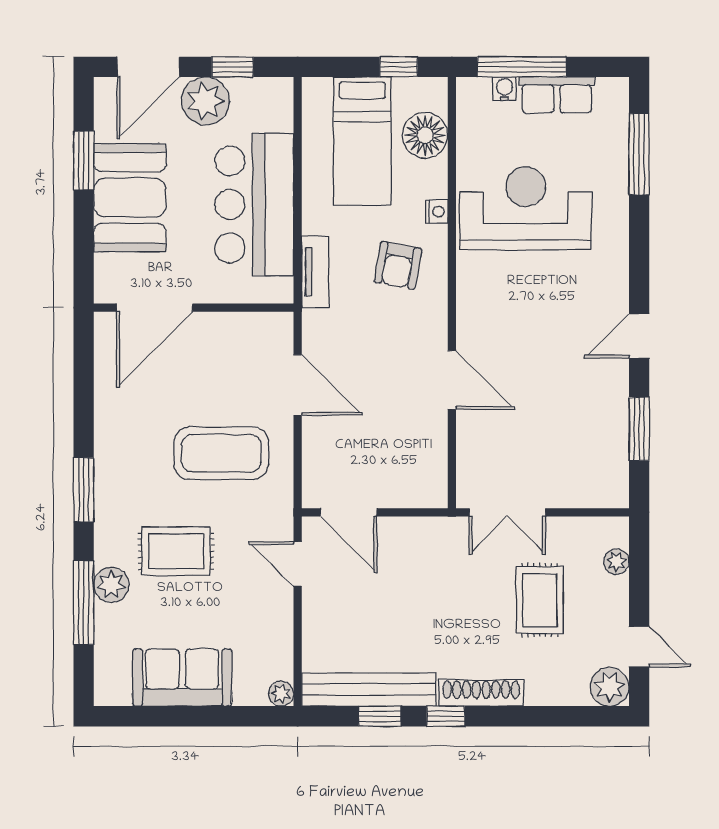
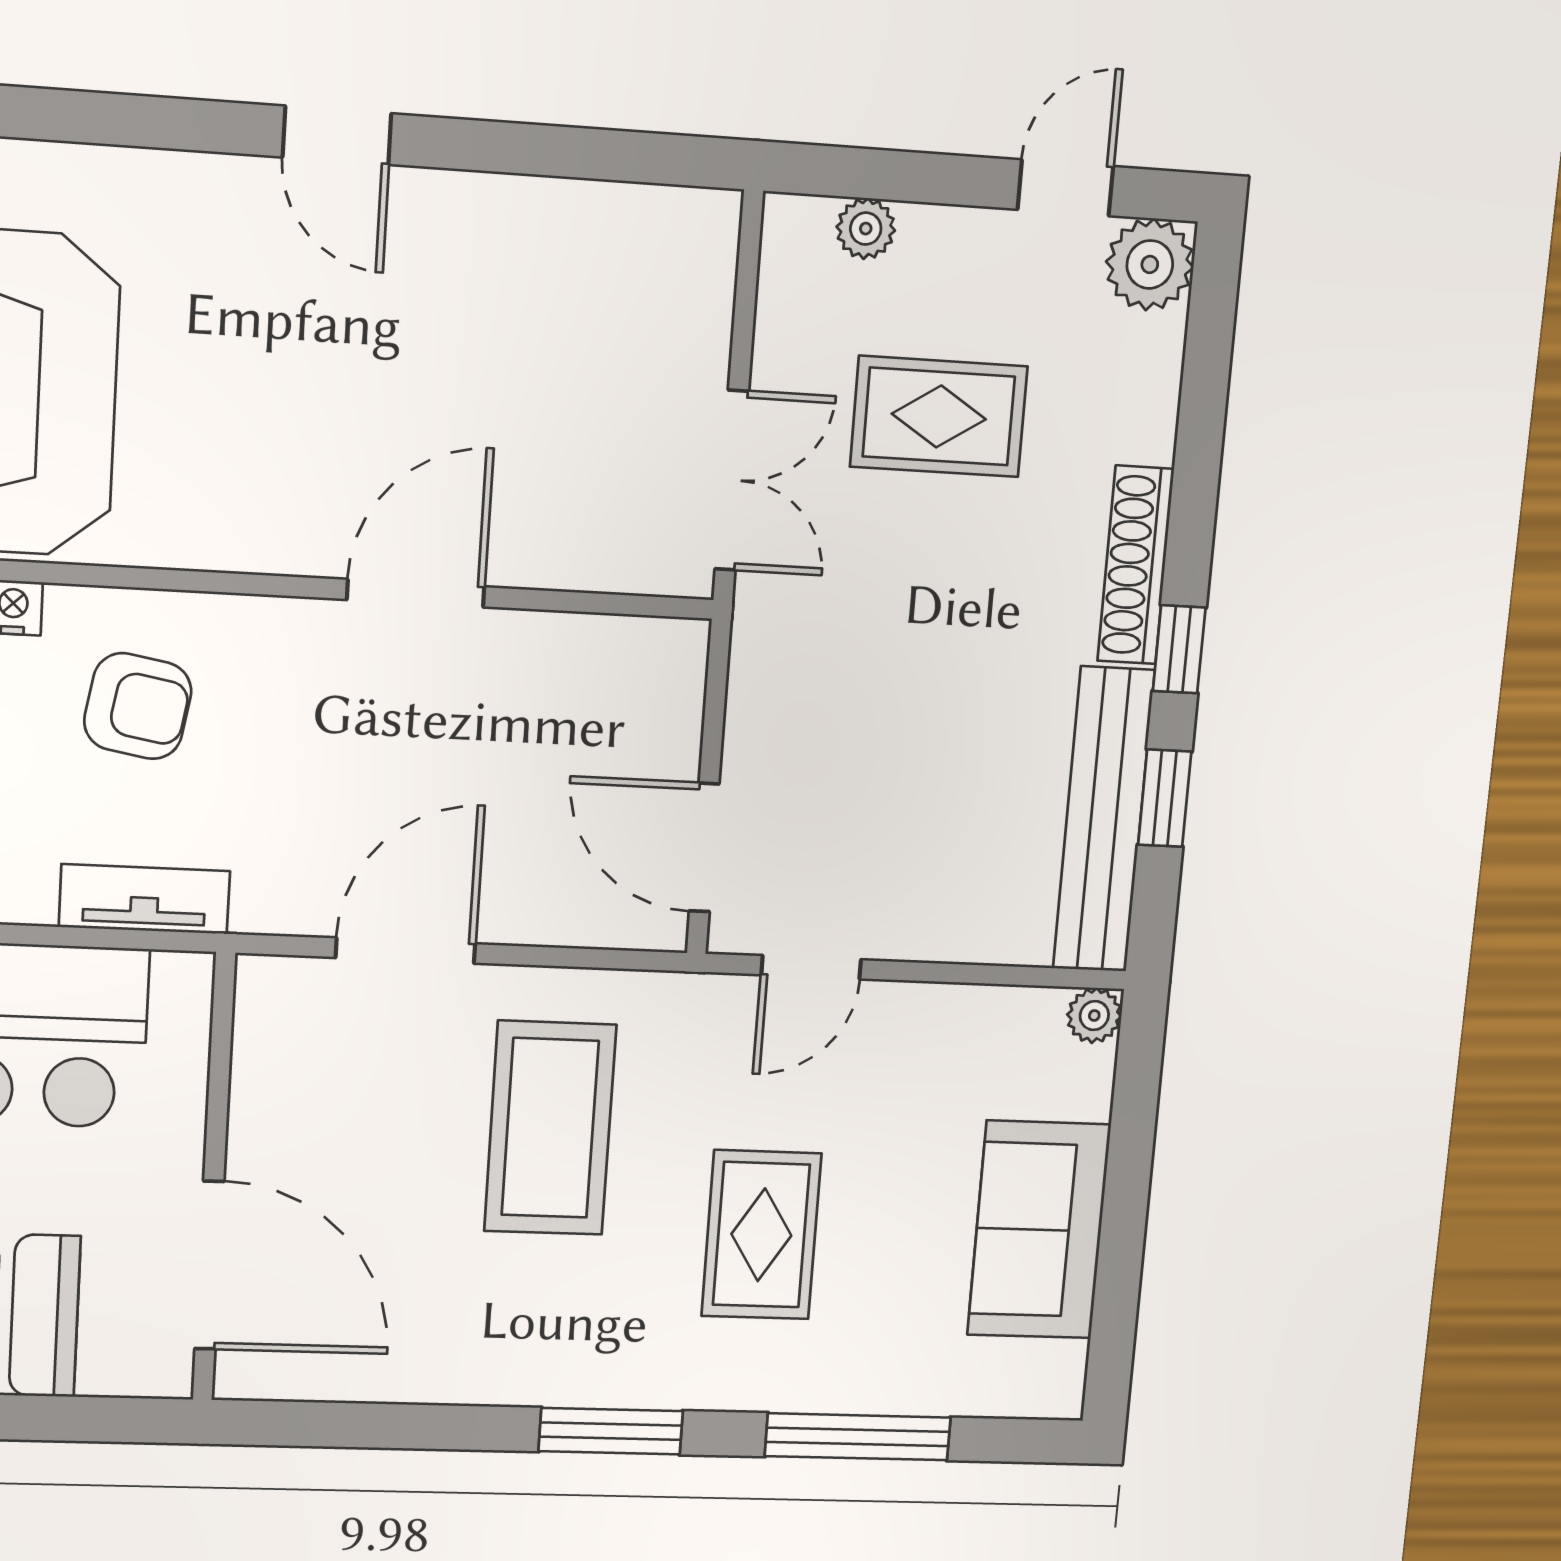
window: (639, 429) -> (559, 151), removed
door: (349, 512) -> (704, 847), swing flipped
plant: (111, 585) -> (824, 1377), removed

